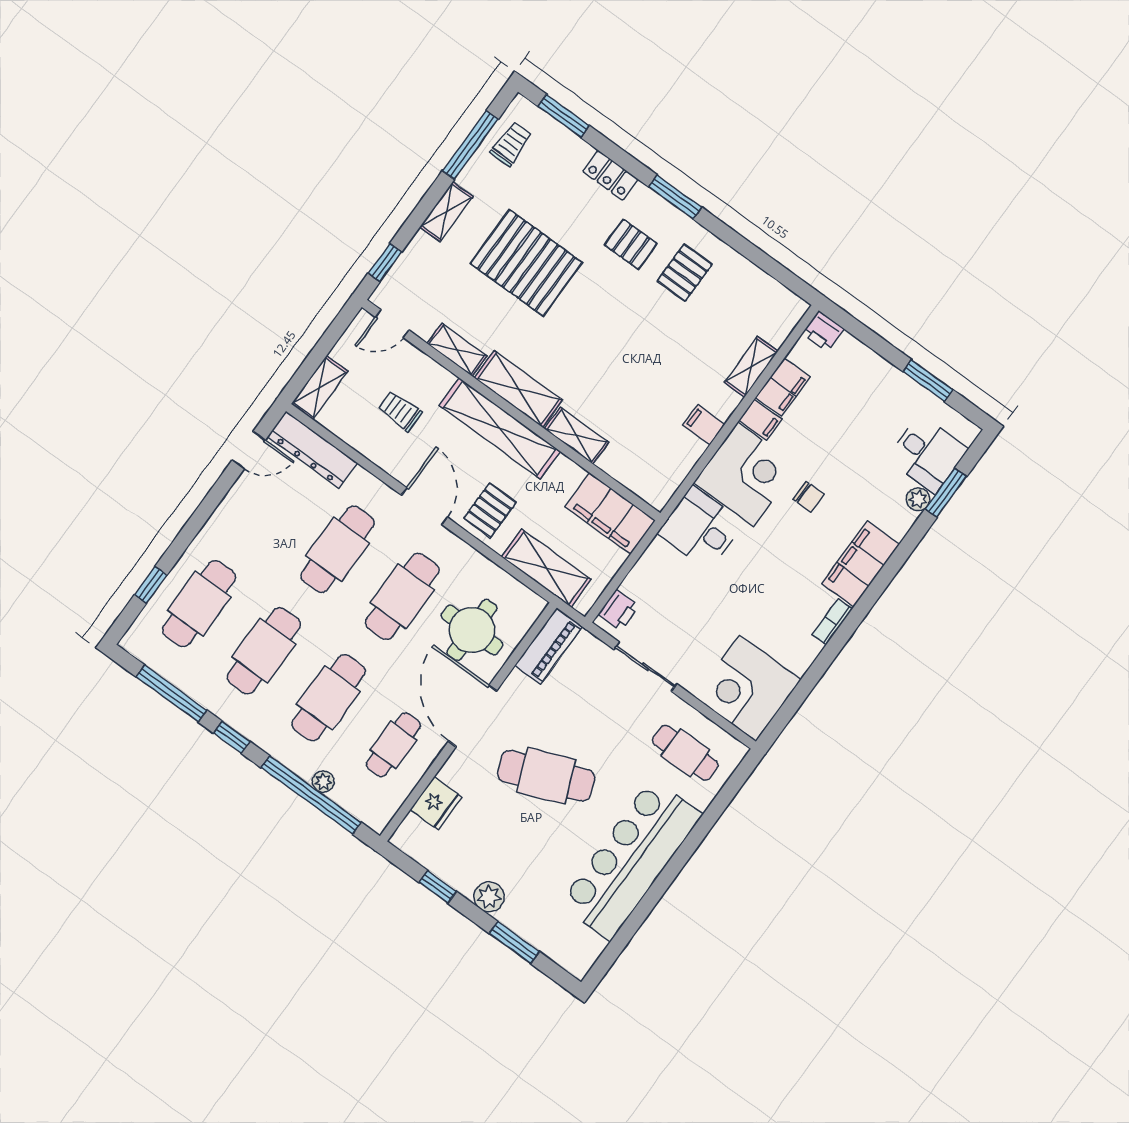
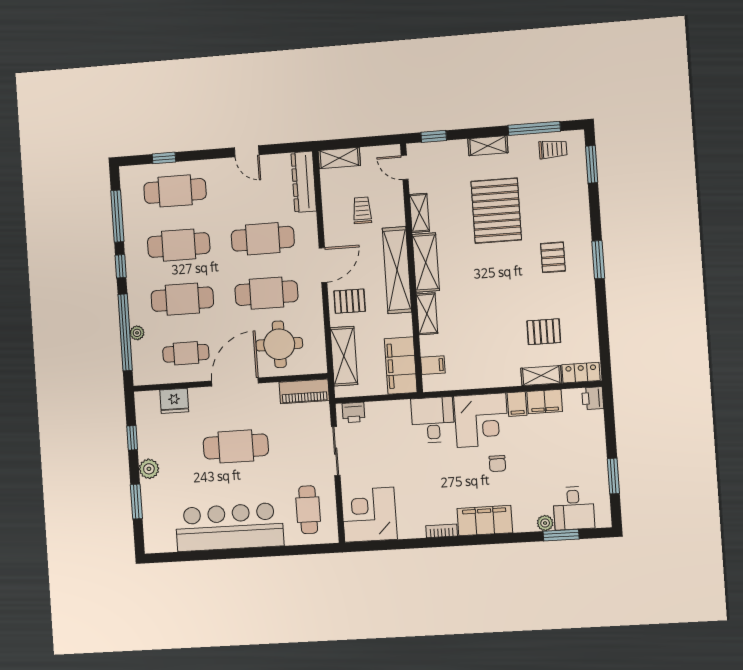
locker: (610, 175) -> (581, 373), moved, turned 90
pallet: (685, 273) -> (544, 332), moved
filing cabinet: (704, 425) -> (433, 365), moved, turned 90
door: (249, 450) -> (247, 151), moved
cafe table: (546, 776) -> (236, 446), turned -68

